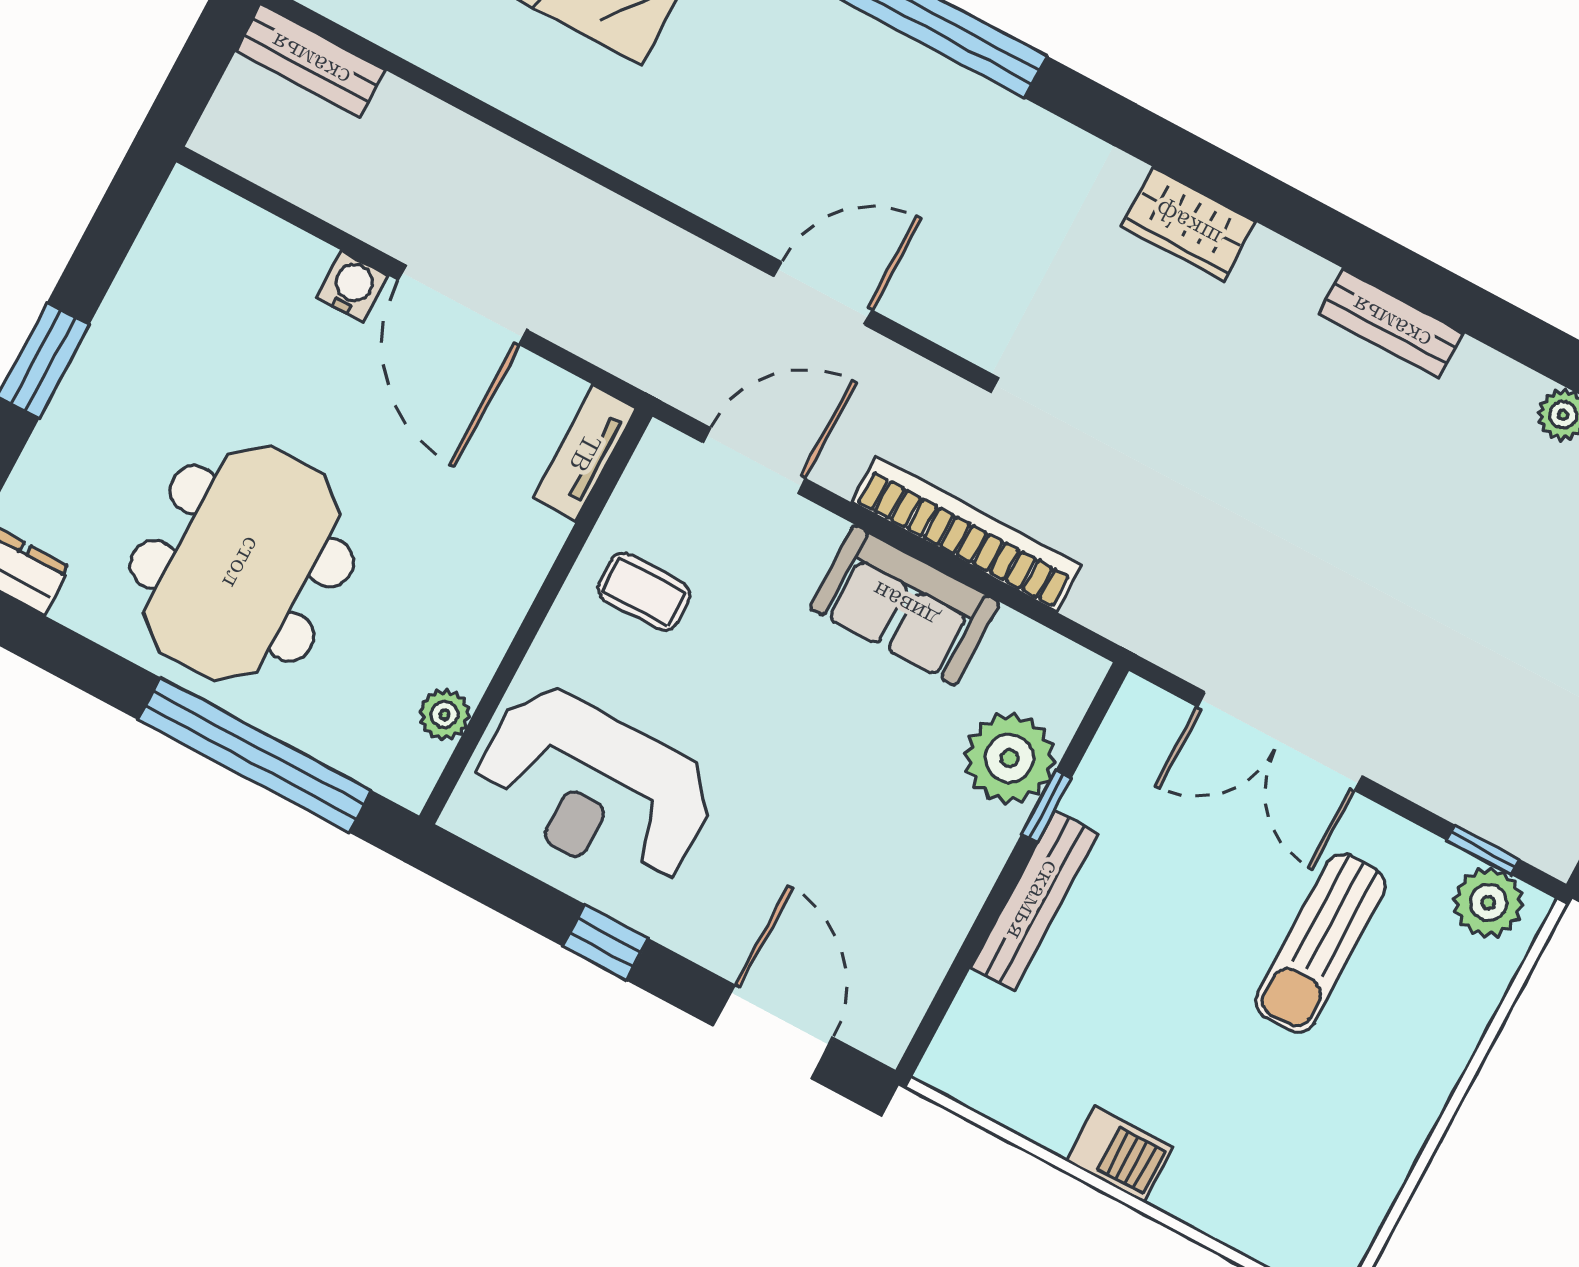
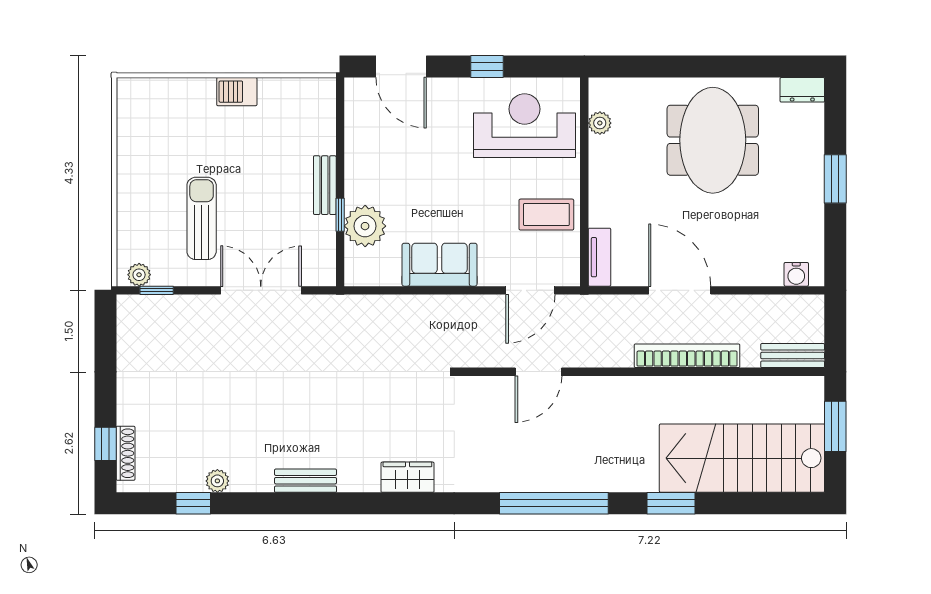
water cooler: (352, 286) -> (796, 274), moved
bookcase: (966, 534) -> (687, 356), moved, turned 180
coffee table: (644, 592) -> (546, 215), width x1.36, depth x1.30
window: (255, 755) -> (667, 67), removed
bench: (1034, 901) -> (325, 185), width x0.73
plant: (1488, 902) -> (139, 275), width x0.73, depth x0.73

